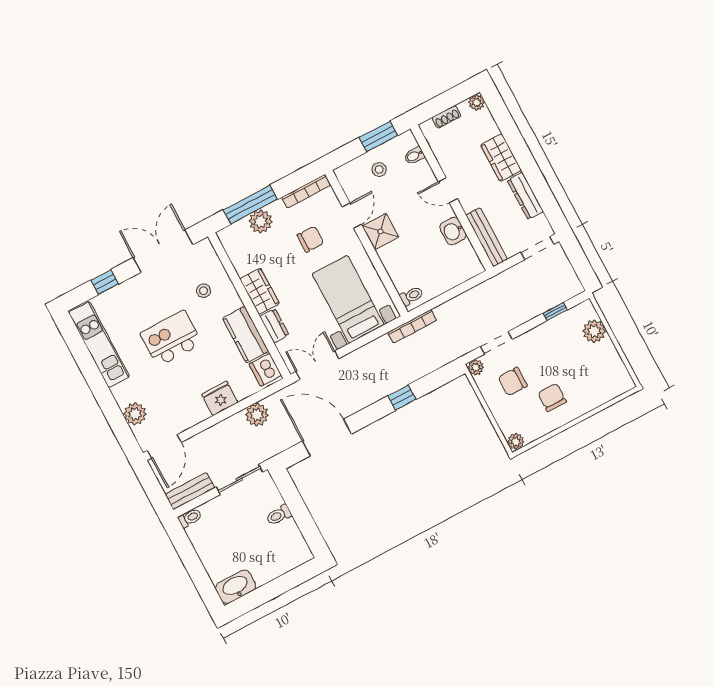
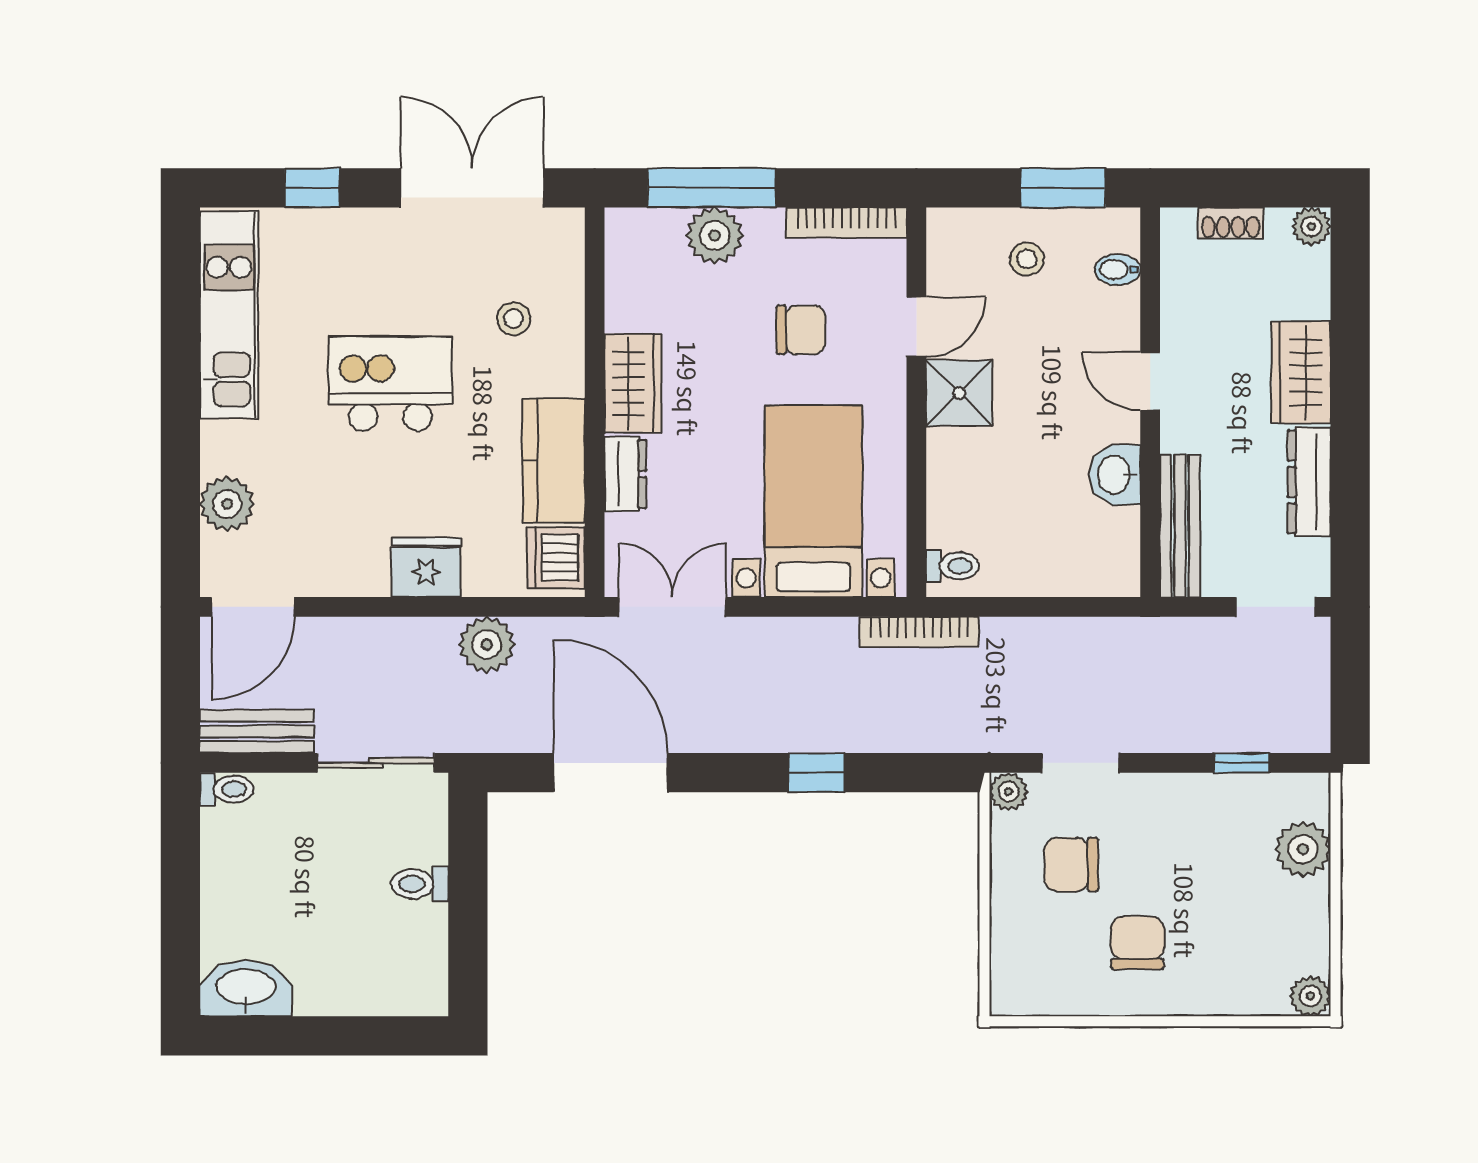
plant: (516, 442) -> (1310, 996), moved

